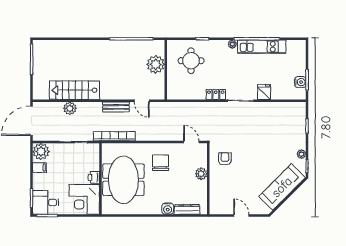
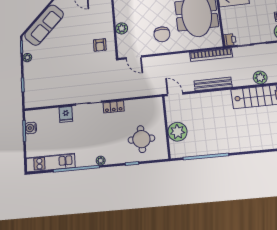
kitchen unit: (262, 47) -> (51, 163), moved
door: (142, 101) -> (175, 94), moved
bench: (116, 107) -> (213, 84), width x1.36
printer: (94, 177) -> (230, 40), moved

